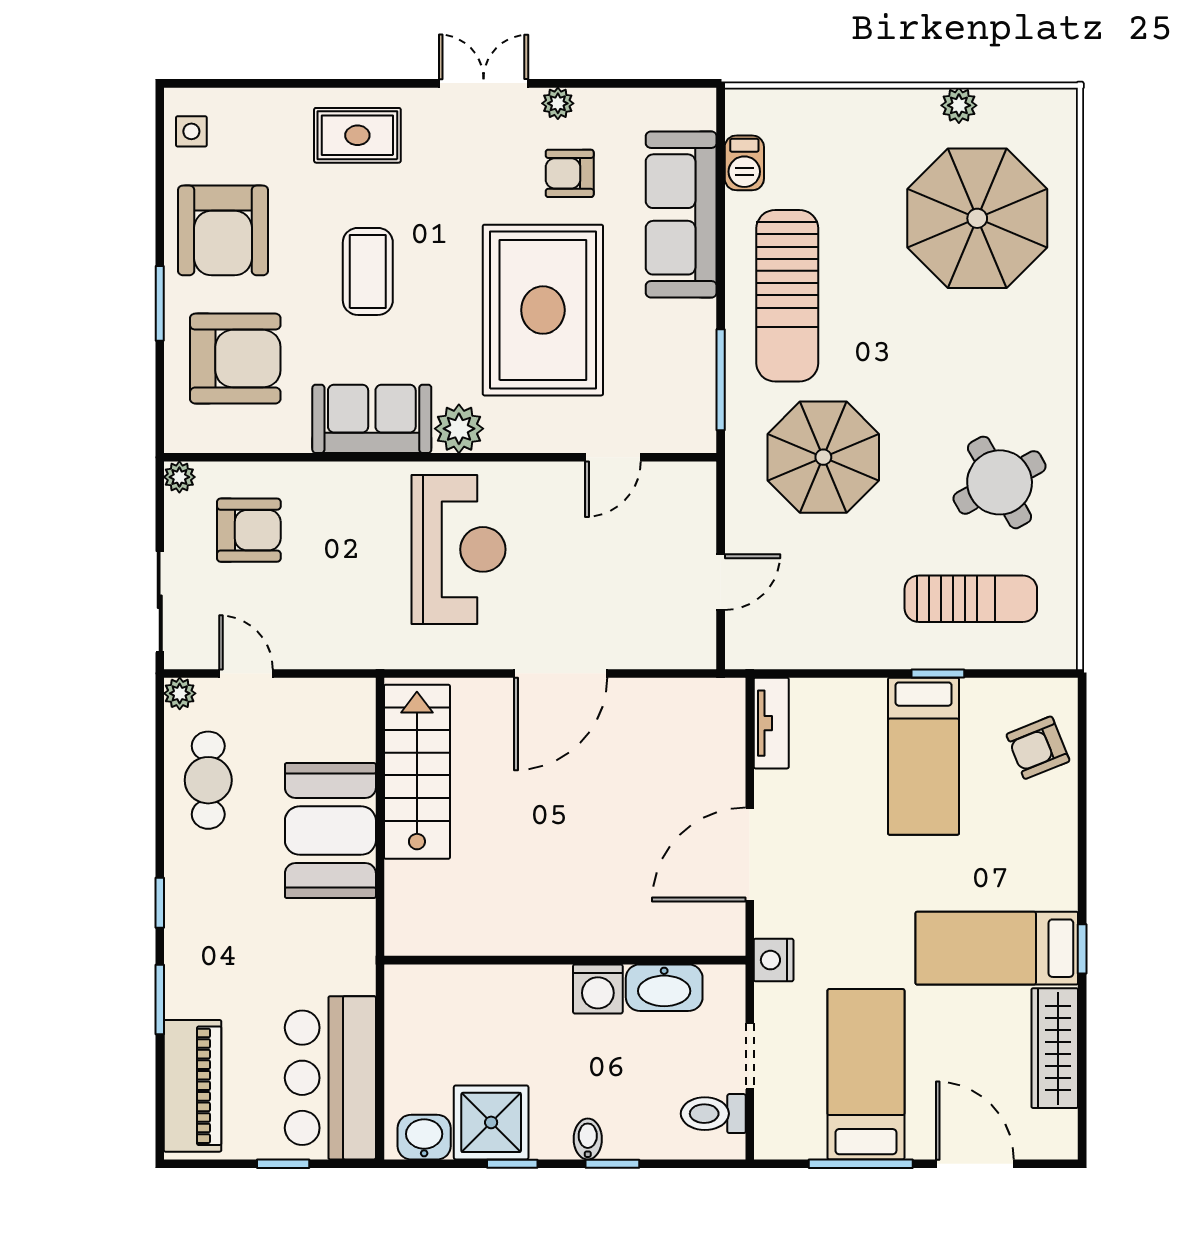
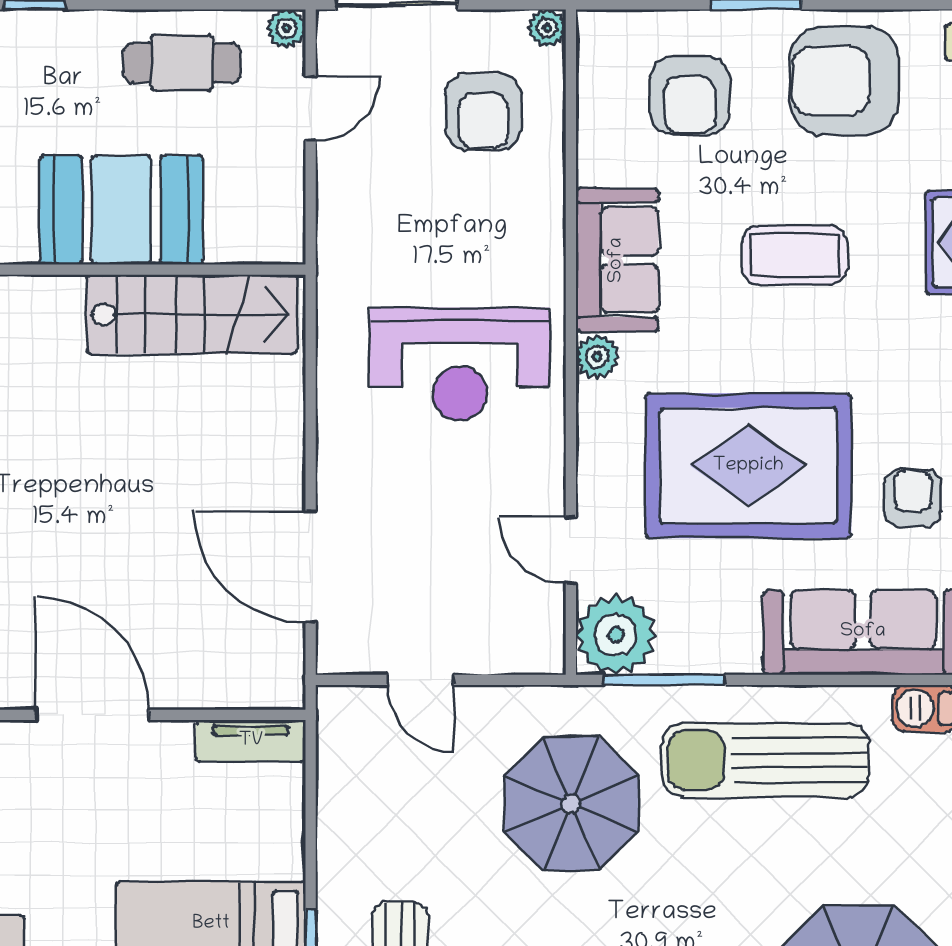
armchair: (235, 359) -> (690, 95), width x0.73, depth x0.73
plant: (683, 420) -> (616, 635), added
plant: (459, 429) -> (597, 357), width x0.73, depth x0.73
door: (561, 673) -> (311, 567), moved

